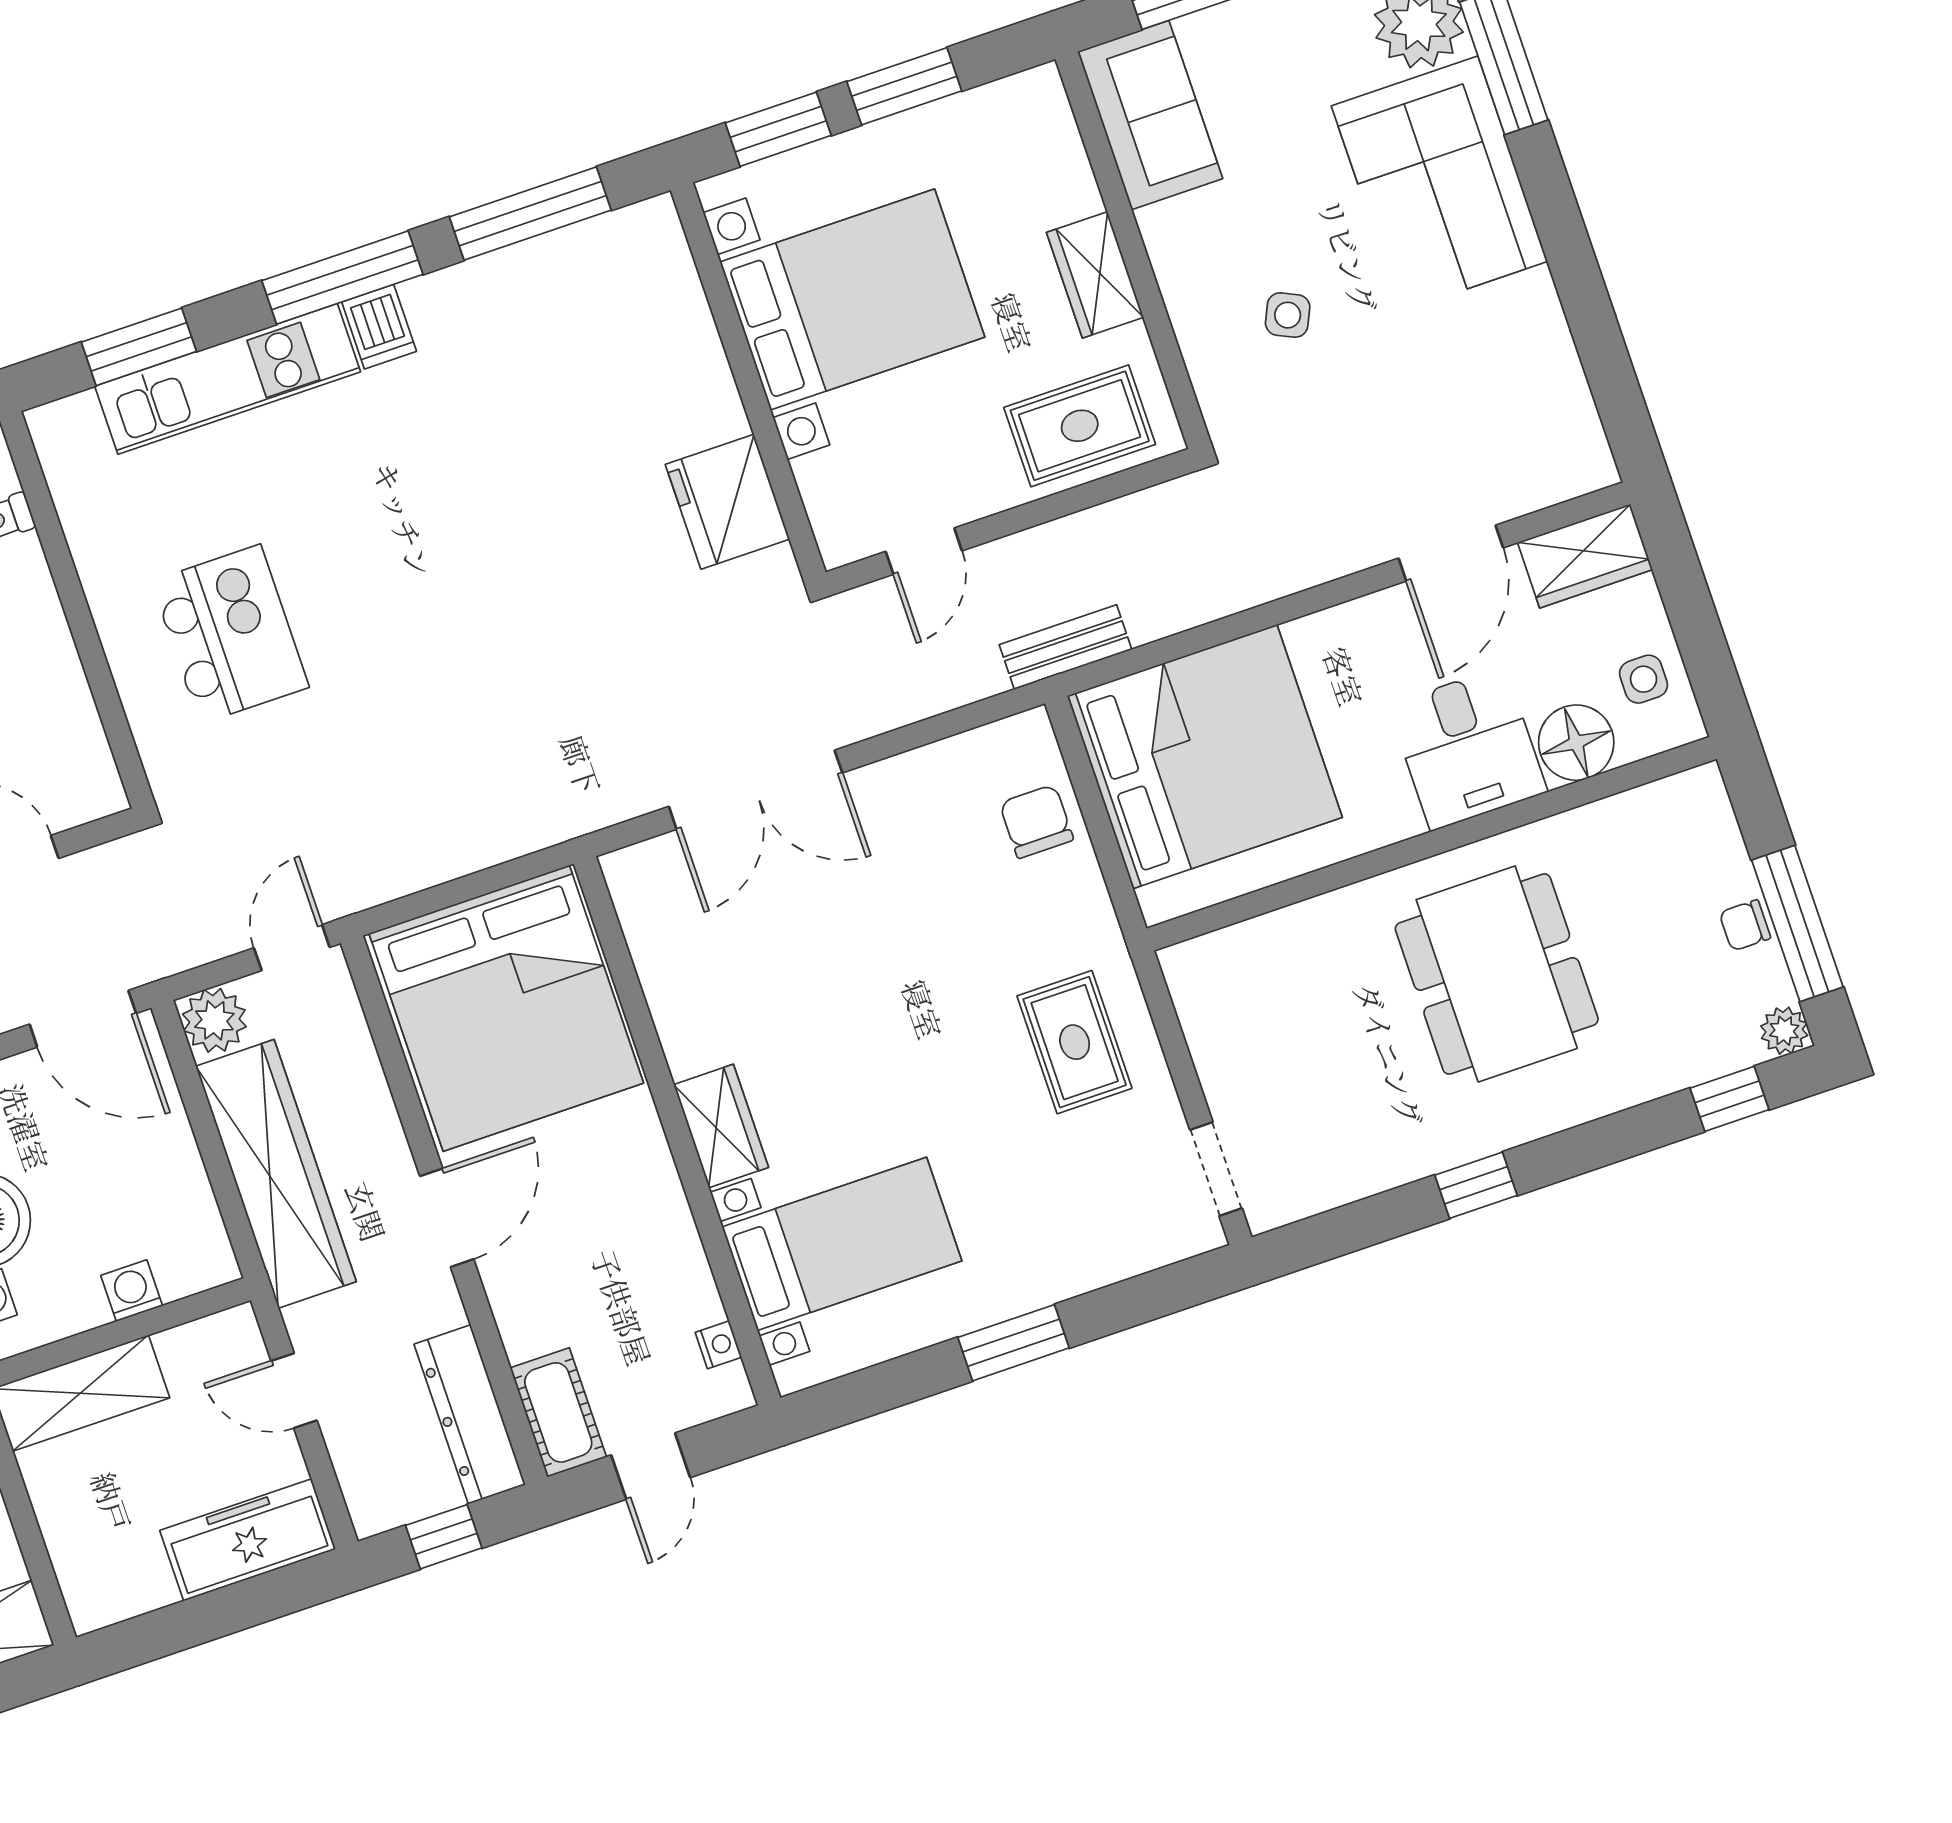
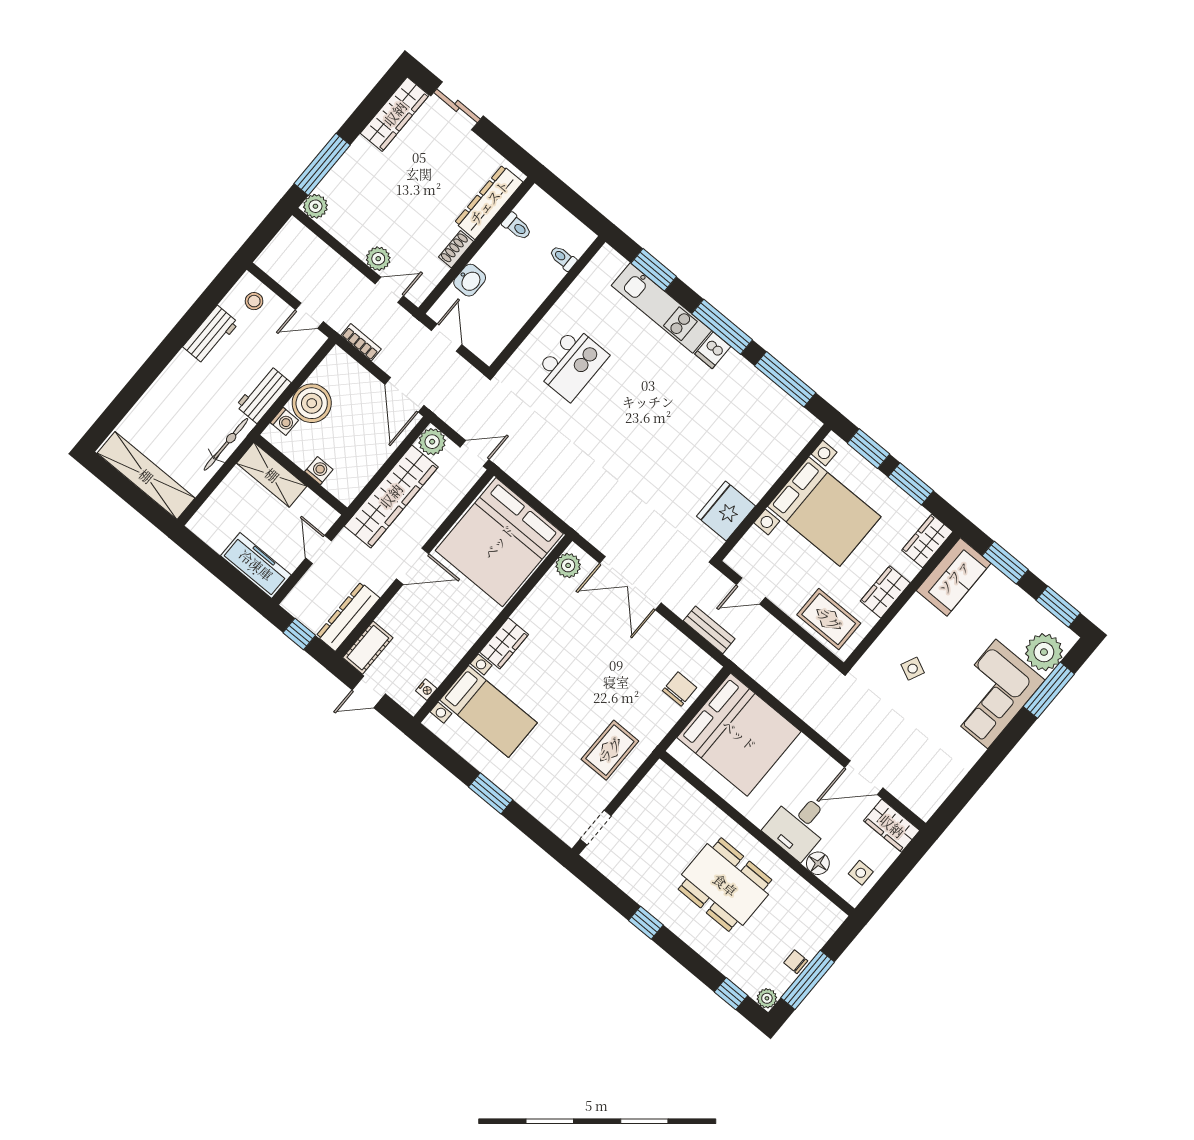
wardrobe: (1043, 124) -> (927, 541), added
bench: (1065, 647) -> (709, 630), moved
floor lamp: (1576, 743) -> (818, 863), width x0.73, depth x0.73
plant: (641, 896) -> (568, 565), added
dining table: (1497, 974) -> (725, 885), turned 90

